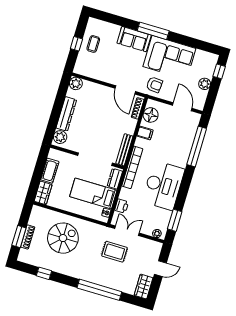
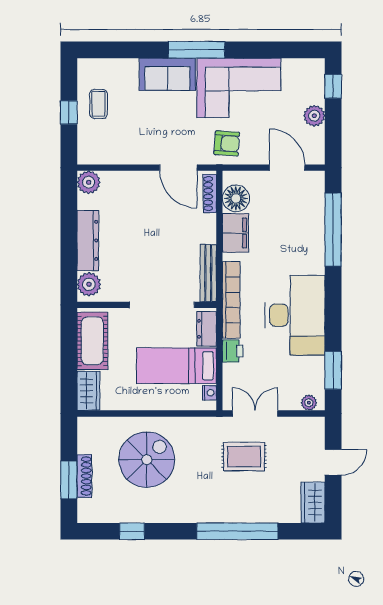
filing cabinet: (145, 133) -> (235, 233), width x2.00
cot: (50, 171) -> (92, 341), width x1.37, depth x1.34
printer: (122, 206) -> (233, 351), moved

